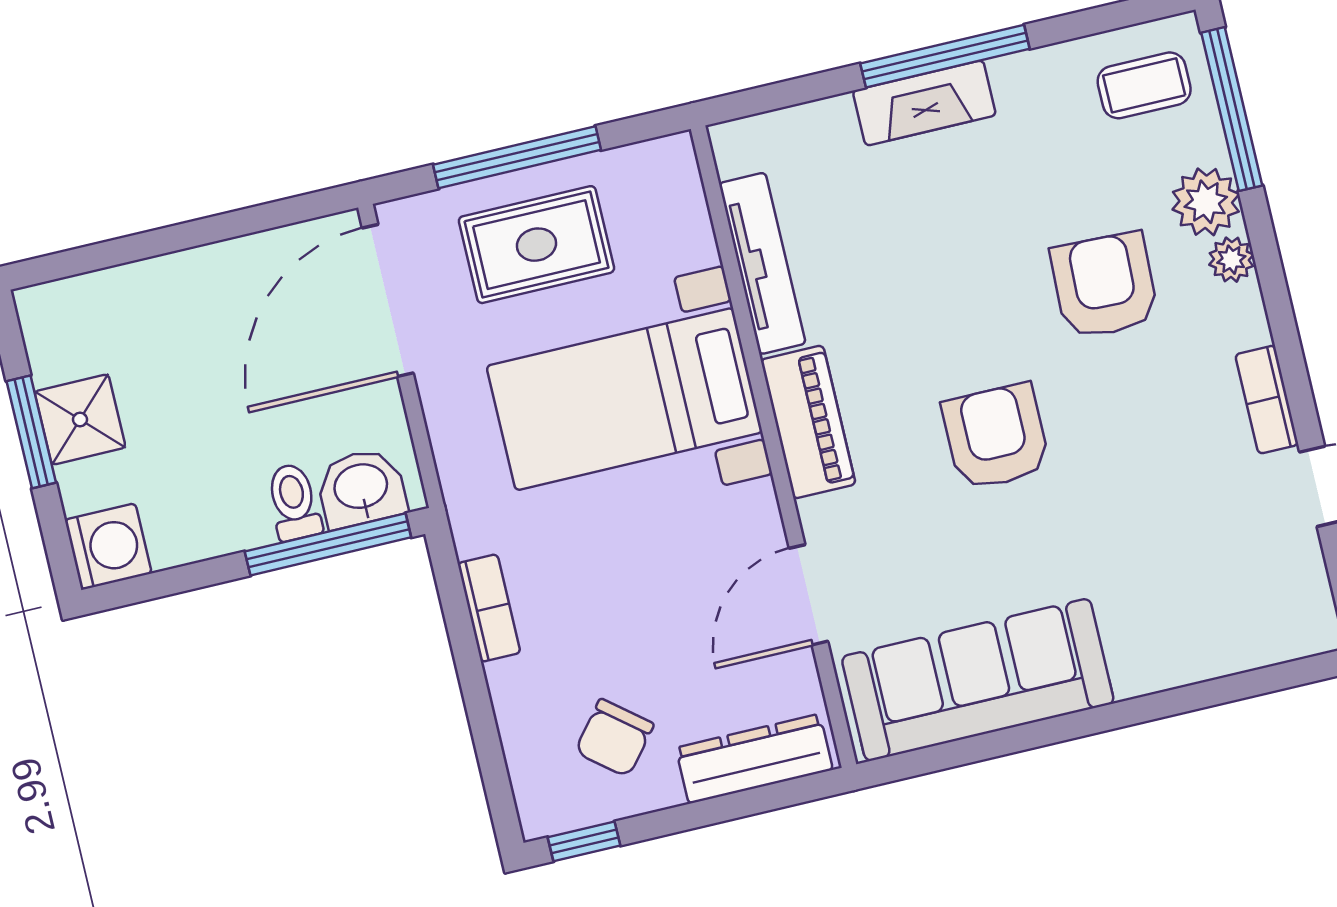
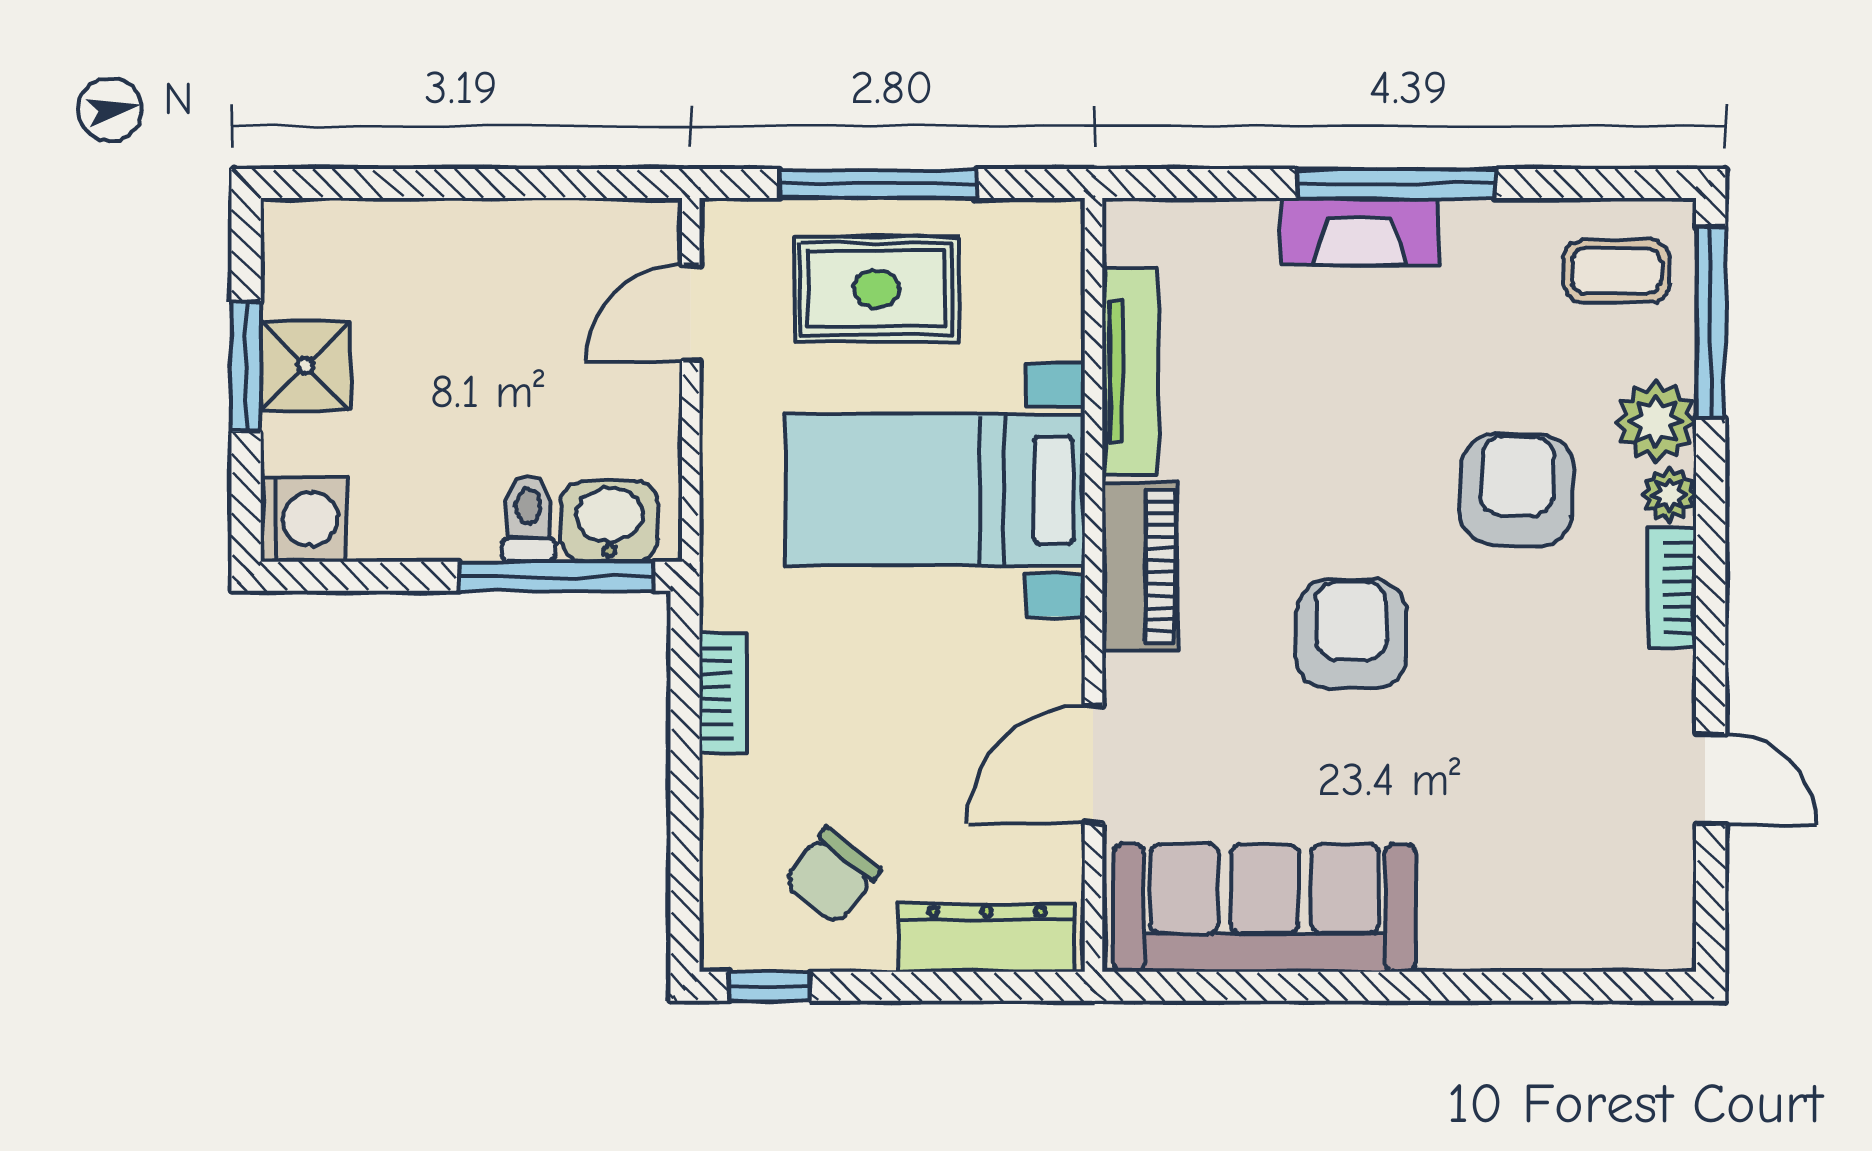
door: (388, 301) -> (691, 313), width x0.53
bookcase: (1267, 400) -> (1672, 588), moved

